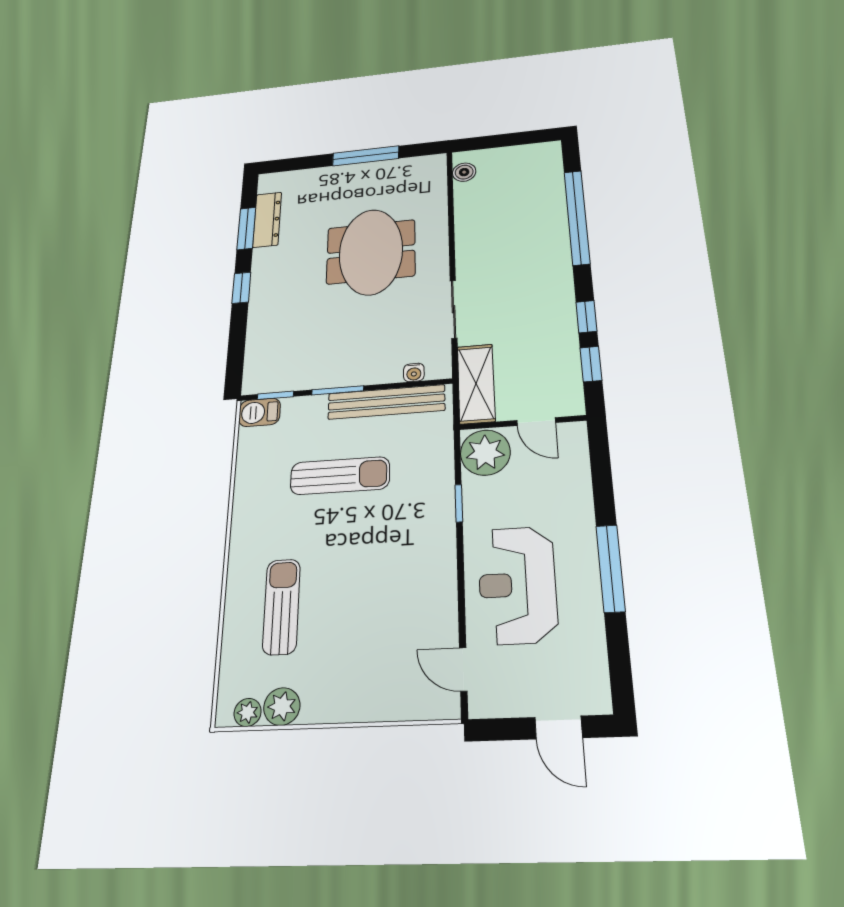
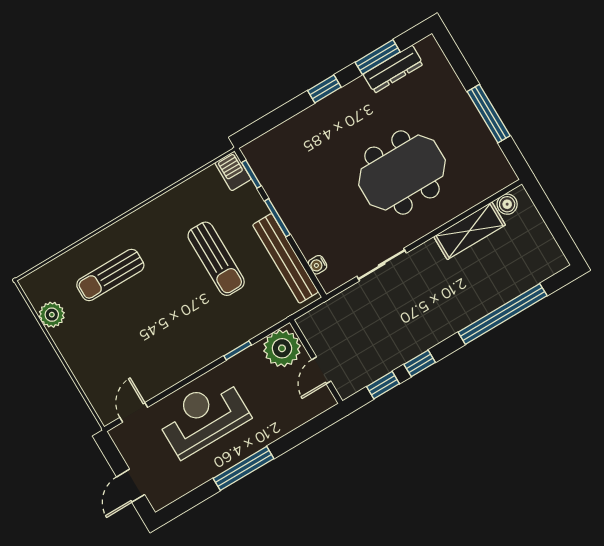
shelving: (476, 384) -> (470, 231), moved
sun lounger: (281, 606) -> (110, 275), turned 180
plant: (248, 712) -> (37, 295), removed

